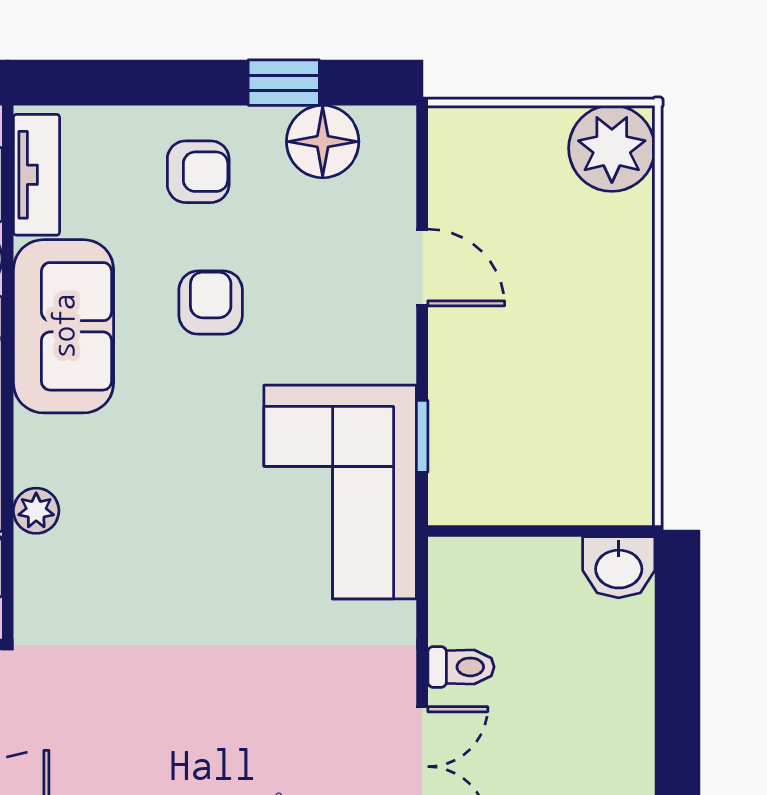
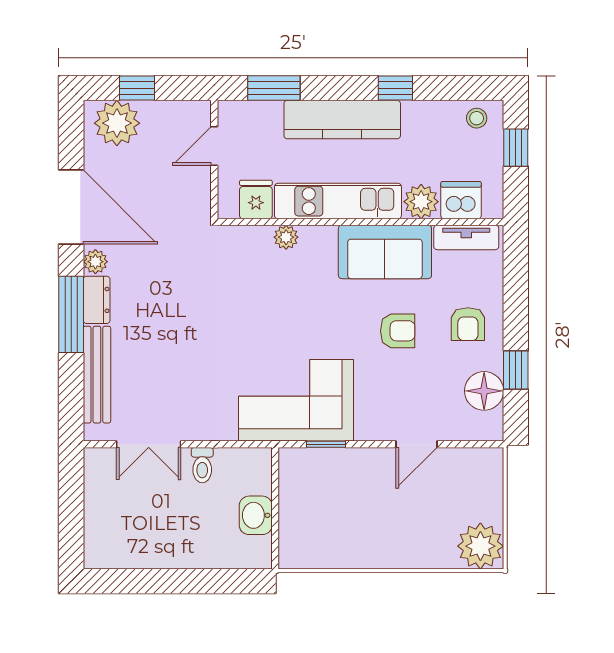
washbasin: (619, 567) -> (256, 515), moved

